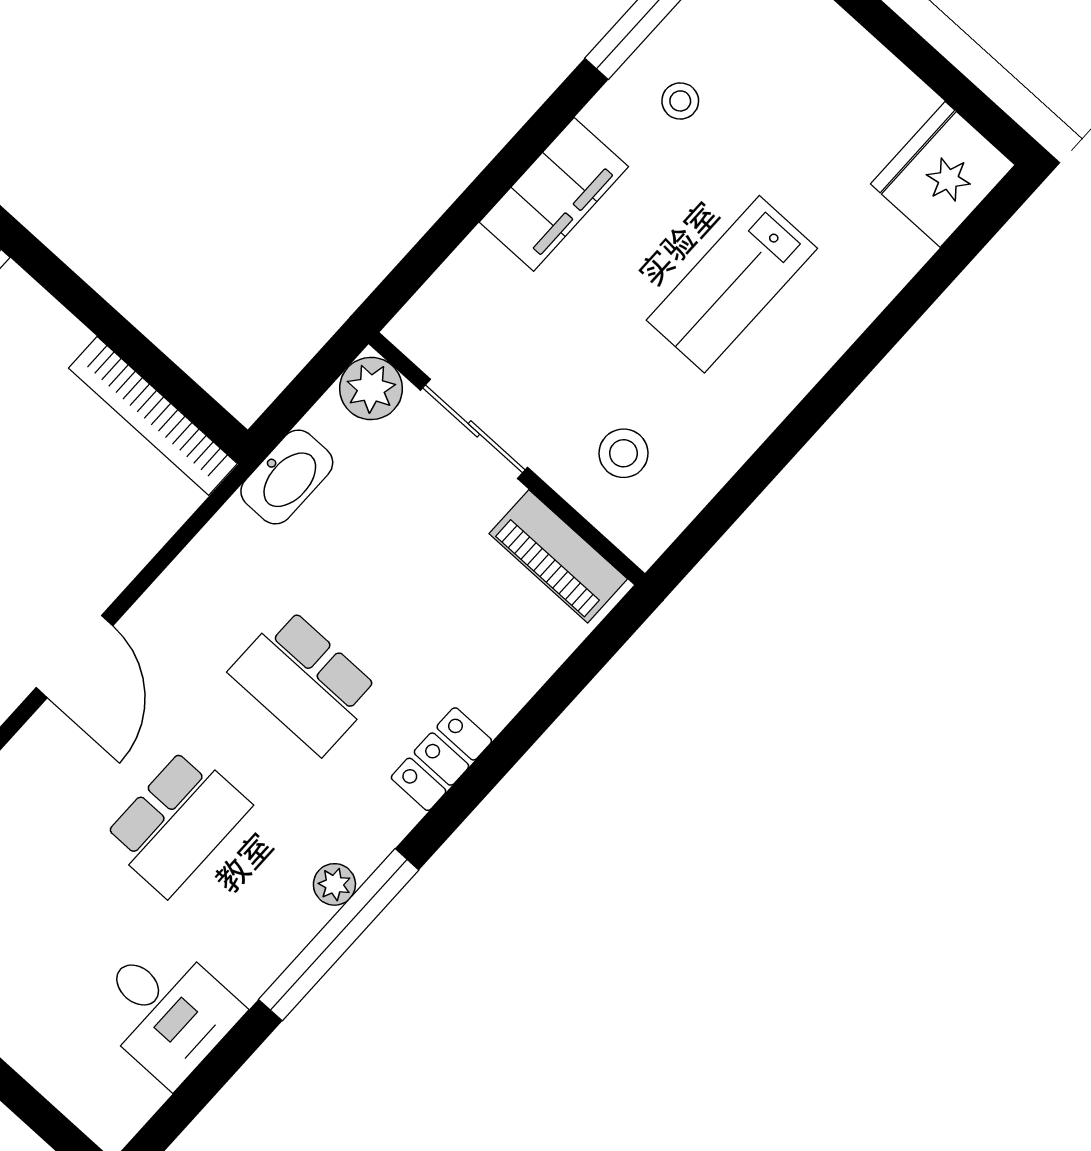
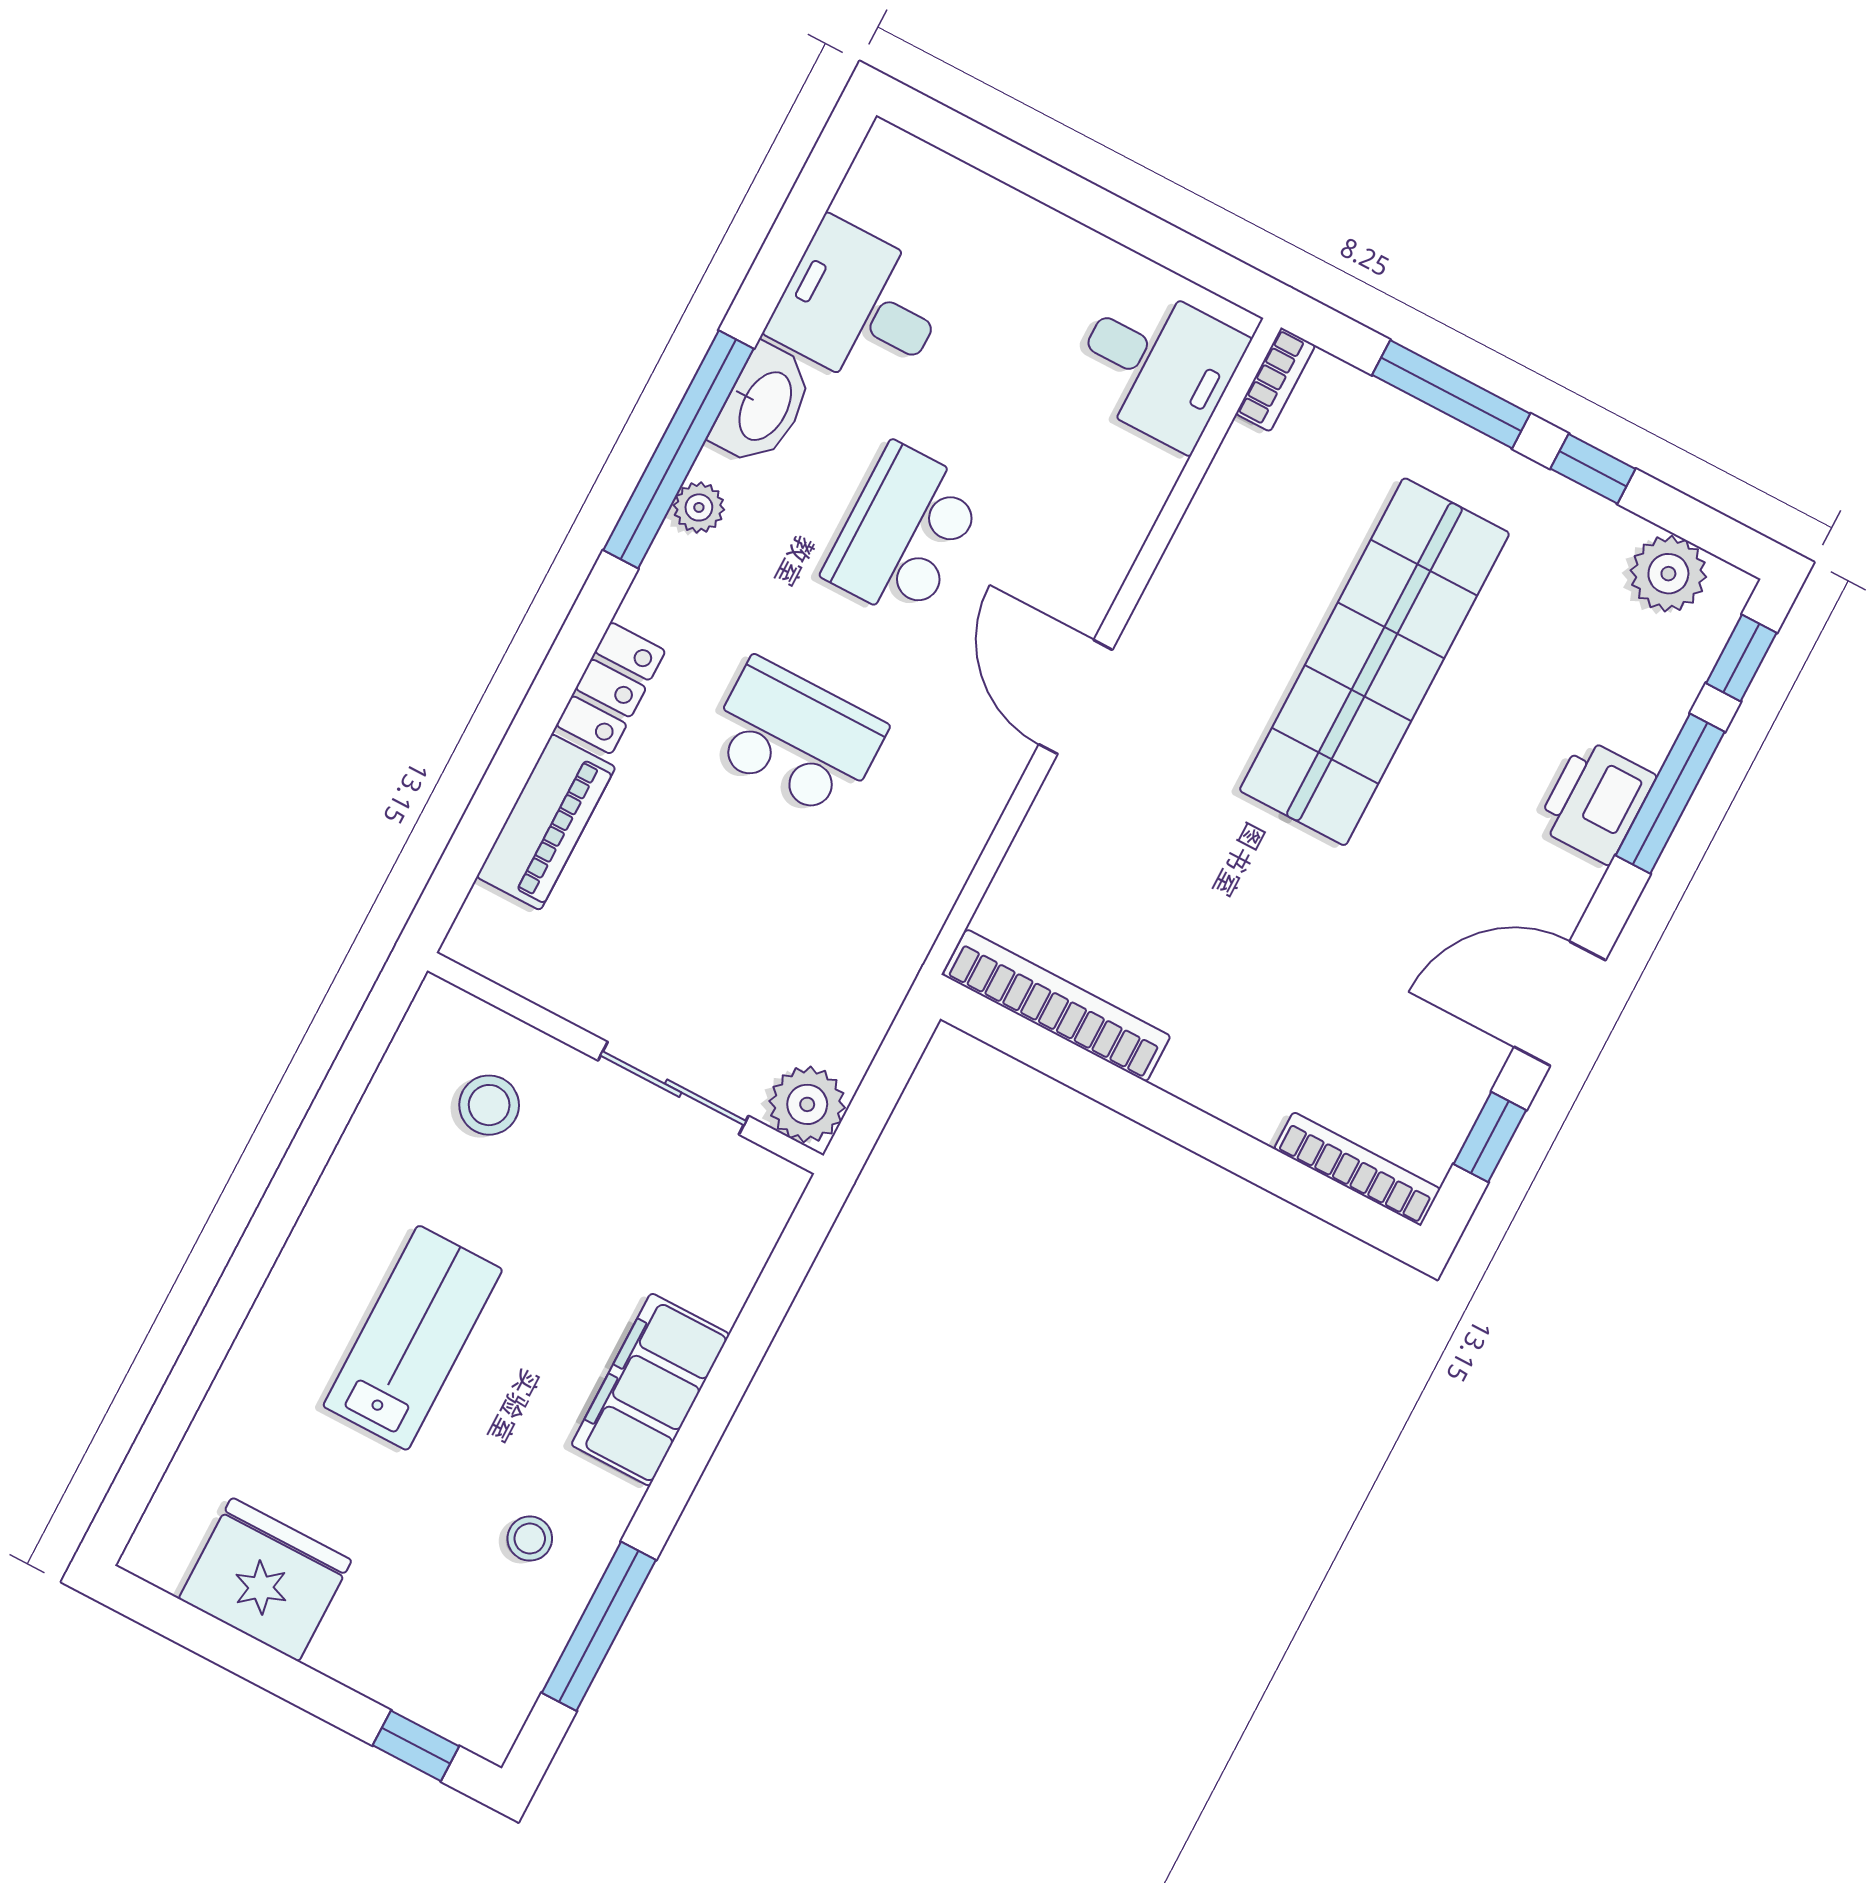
fridge: (943, 174) -> (265, 1579), moved, turned -90
washbasin: (287, 477) -> (763, 405), moved, turned 180
piano: (558, 556) -> (546, 822), moved, turned 90

